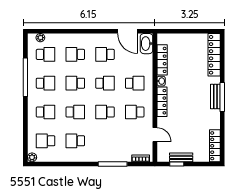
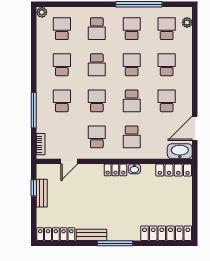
school desk: (46, 54) -> (167, 29), turned 180
locker: (162, 60) -> (174, 170), moved
school desk: (46, 83) -> (132, 29), turned 180
bench: (215, 96) -> (91, 235), moved
locker: (162, 102) -> (115, 170), width x0.66
school desk: (105, 141) -> (62, 101), added

